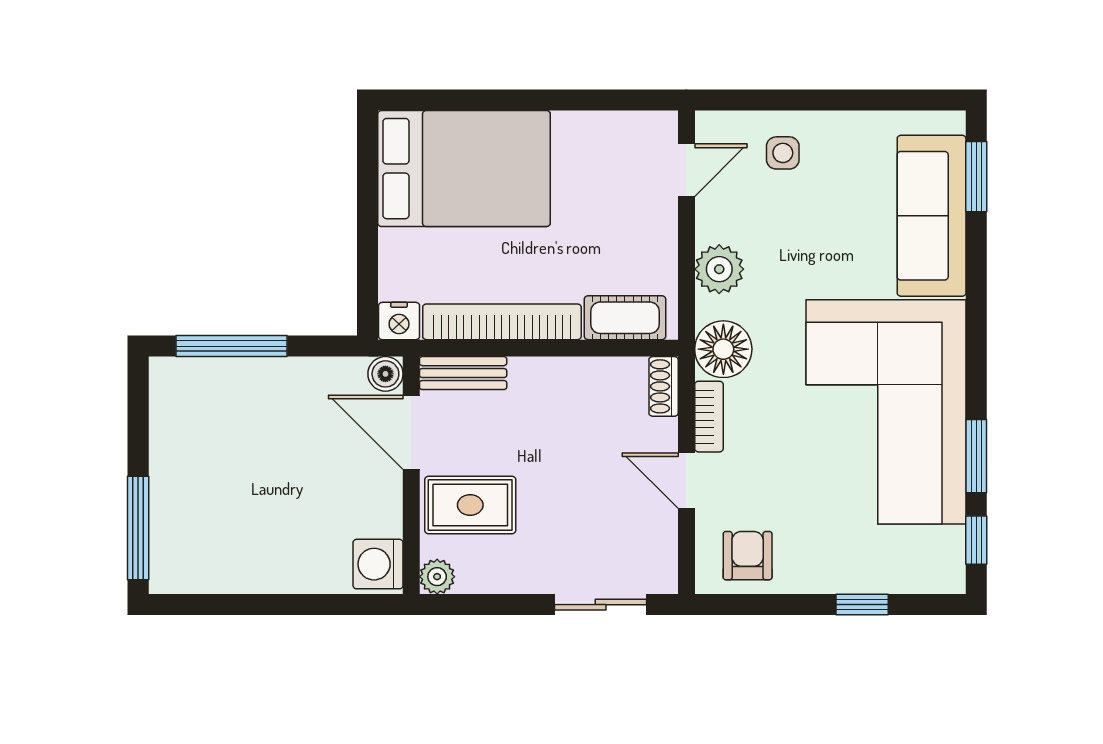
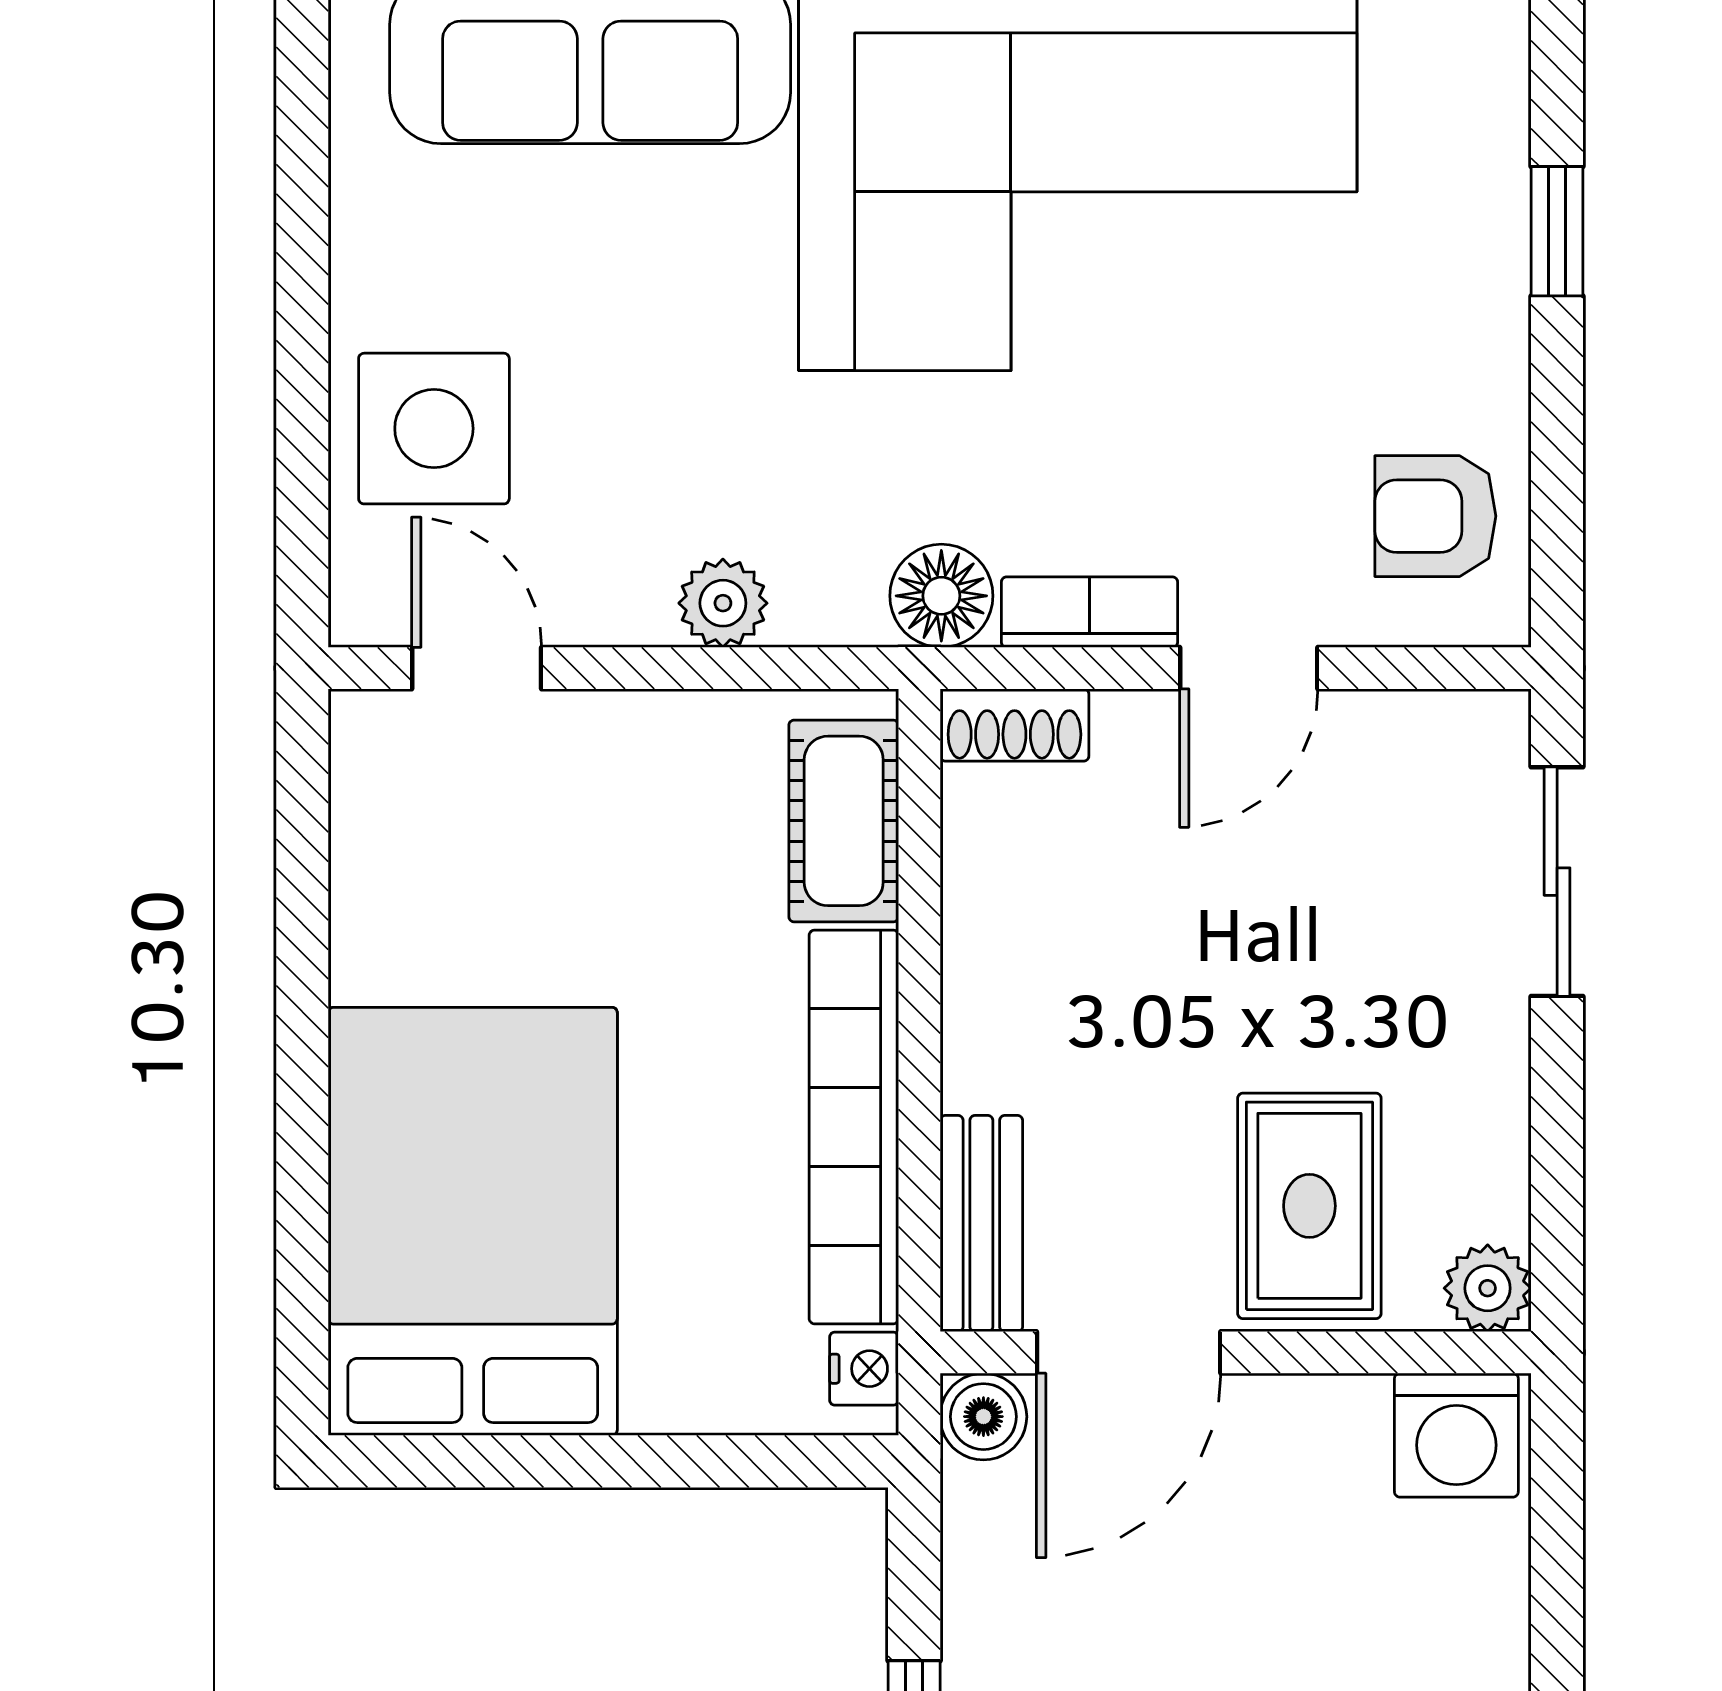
side table: (783, 153) -> (434, 429), width x1.87, depth x1.87
plant: (719, 269) -> (723, 603), width x0.73, depth x0.73
nightstand: (399, 321) -> (864, 1369), width x0.72, depth x0.74
floor lamp: (723, 349) -> (941, 596), width x0.73, depth x0.73

